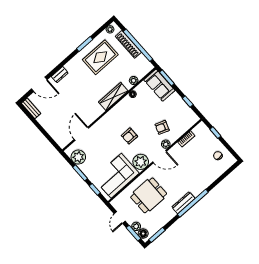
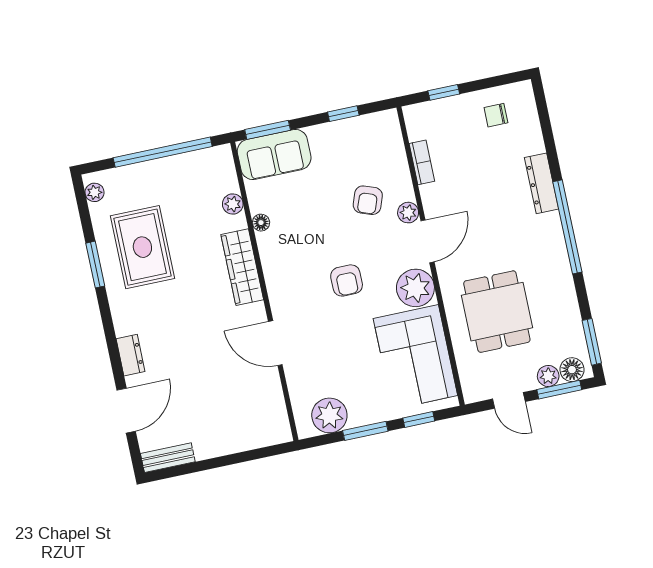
shoe rack: (128, 44) -> (149, 172), removed
door: (81, 134) -> (275, 343), moved
dresser: (183, 203) -> (541, 183), moved

